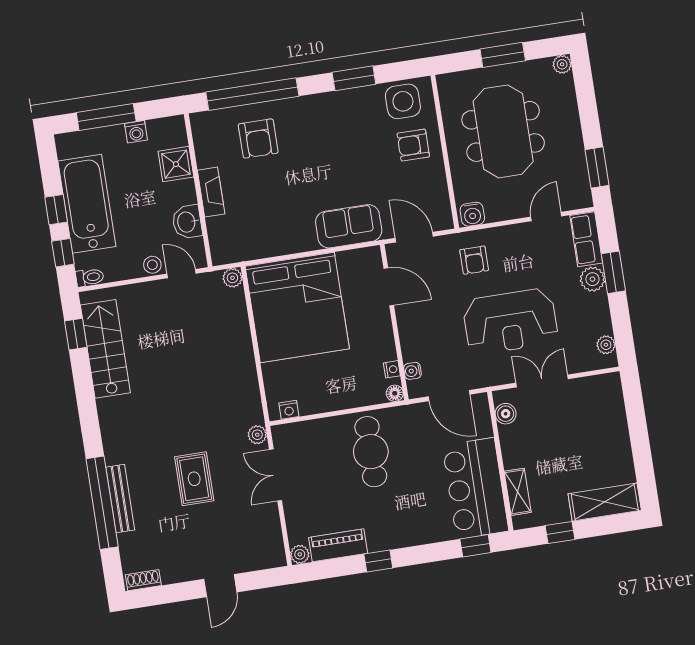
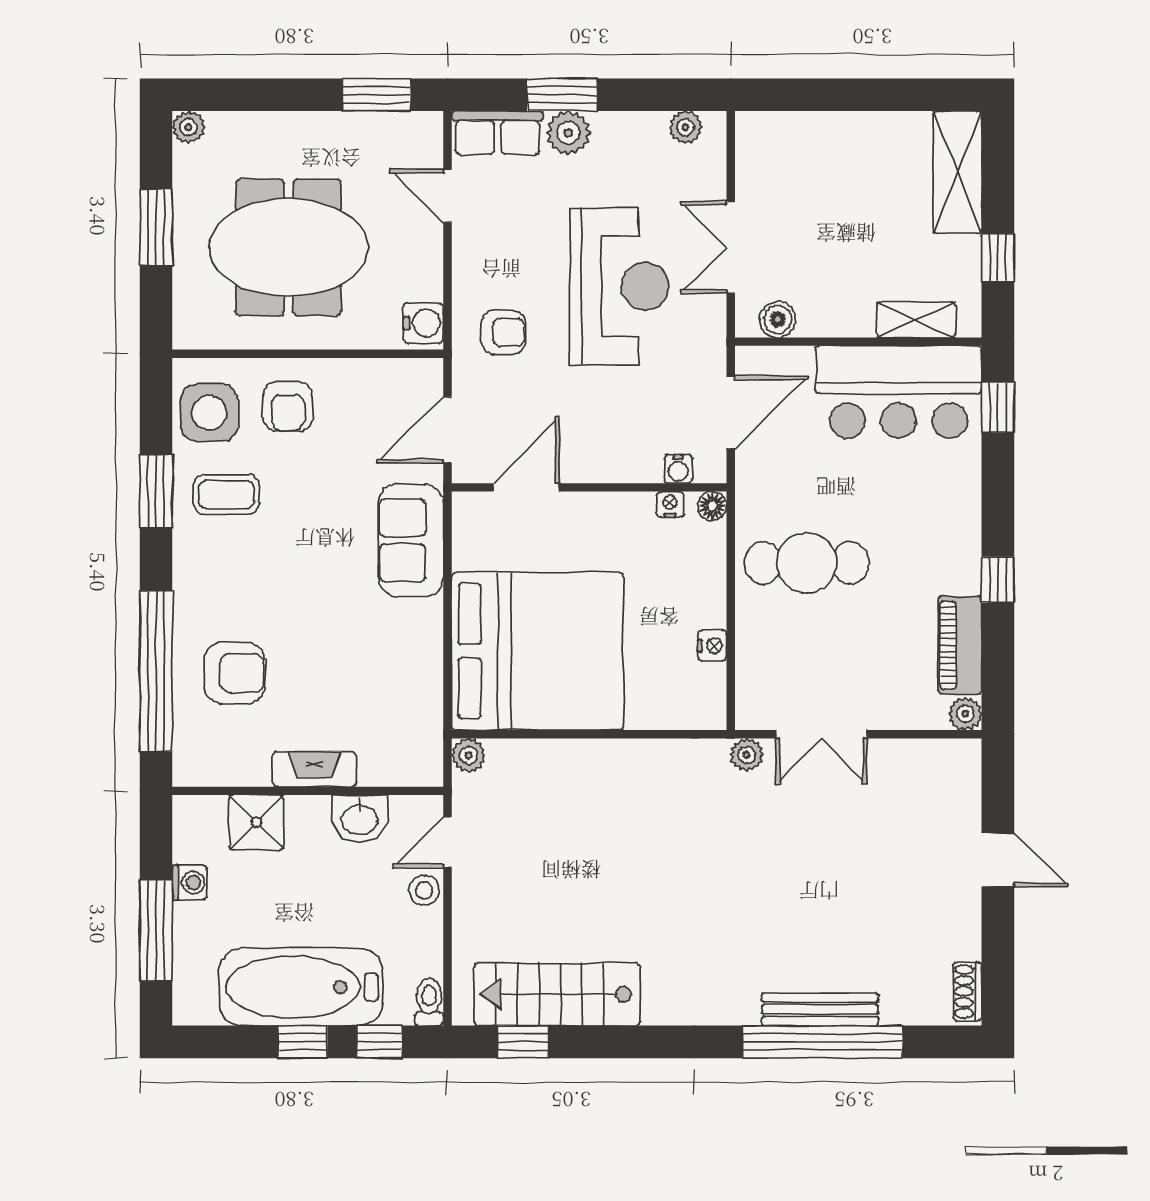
coffee table: (358, 118) -> (226, 495), added
nightstand: (289, 410) -> (712, 646), moved
rug: (194, 479) -> (806, 876), removed

